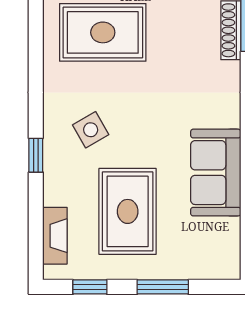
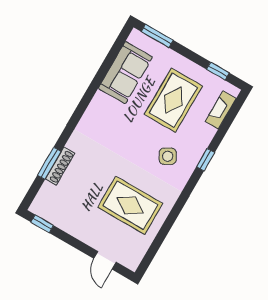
sofa: (216, 173) -> (125, 73), moved
window: (163, 287) -> (157, 36), moved

